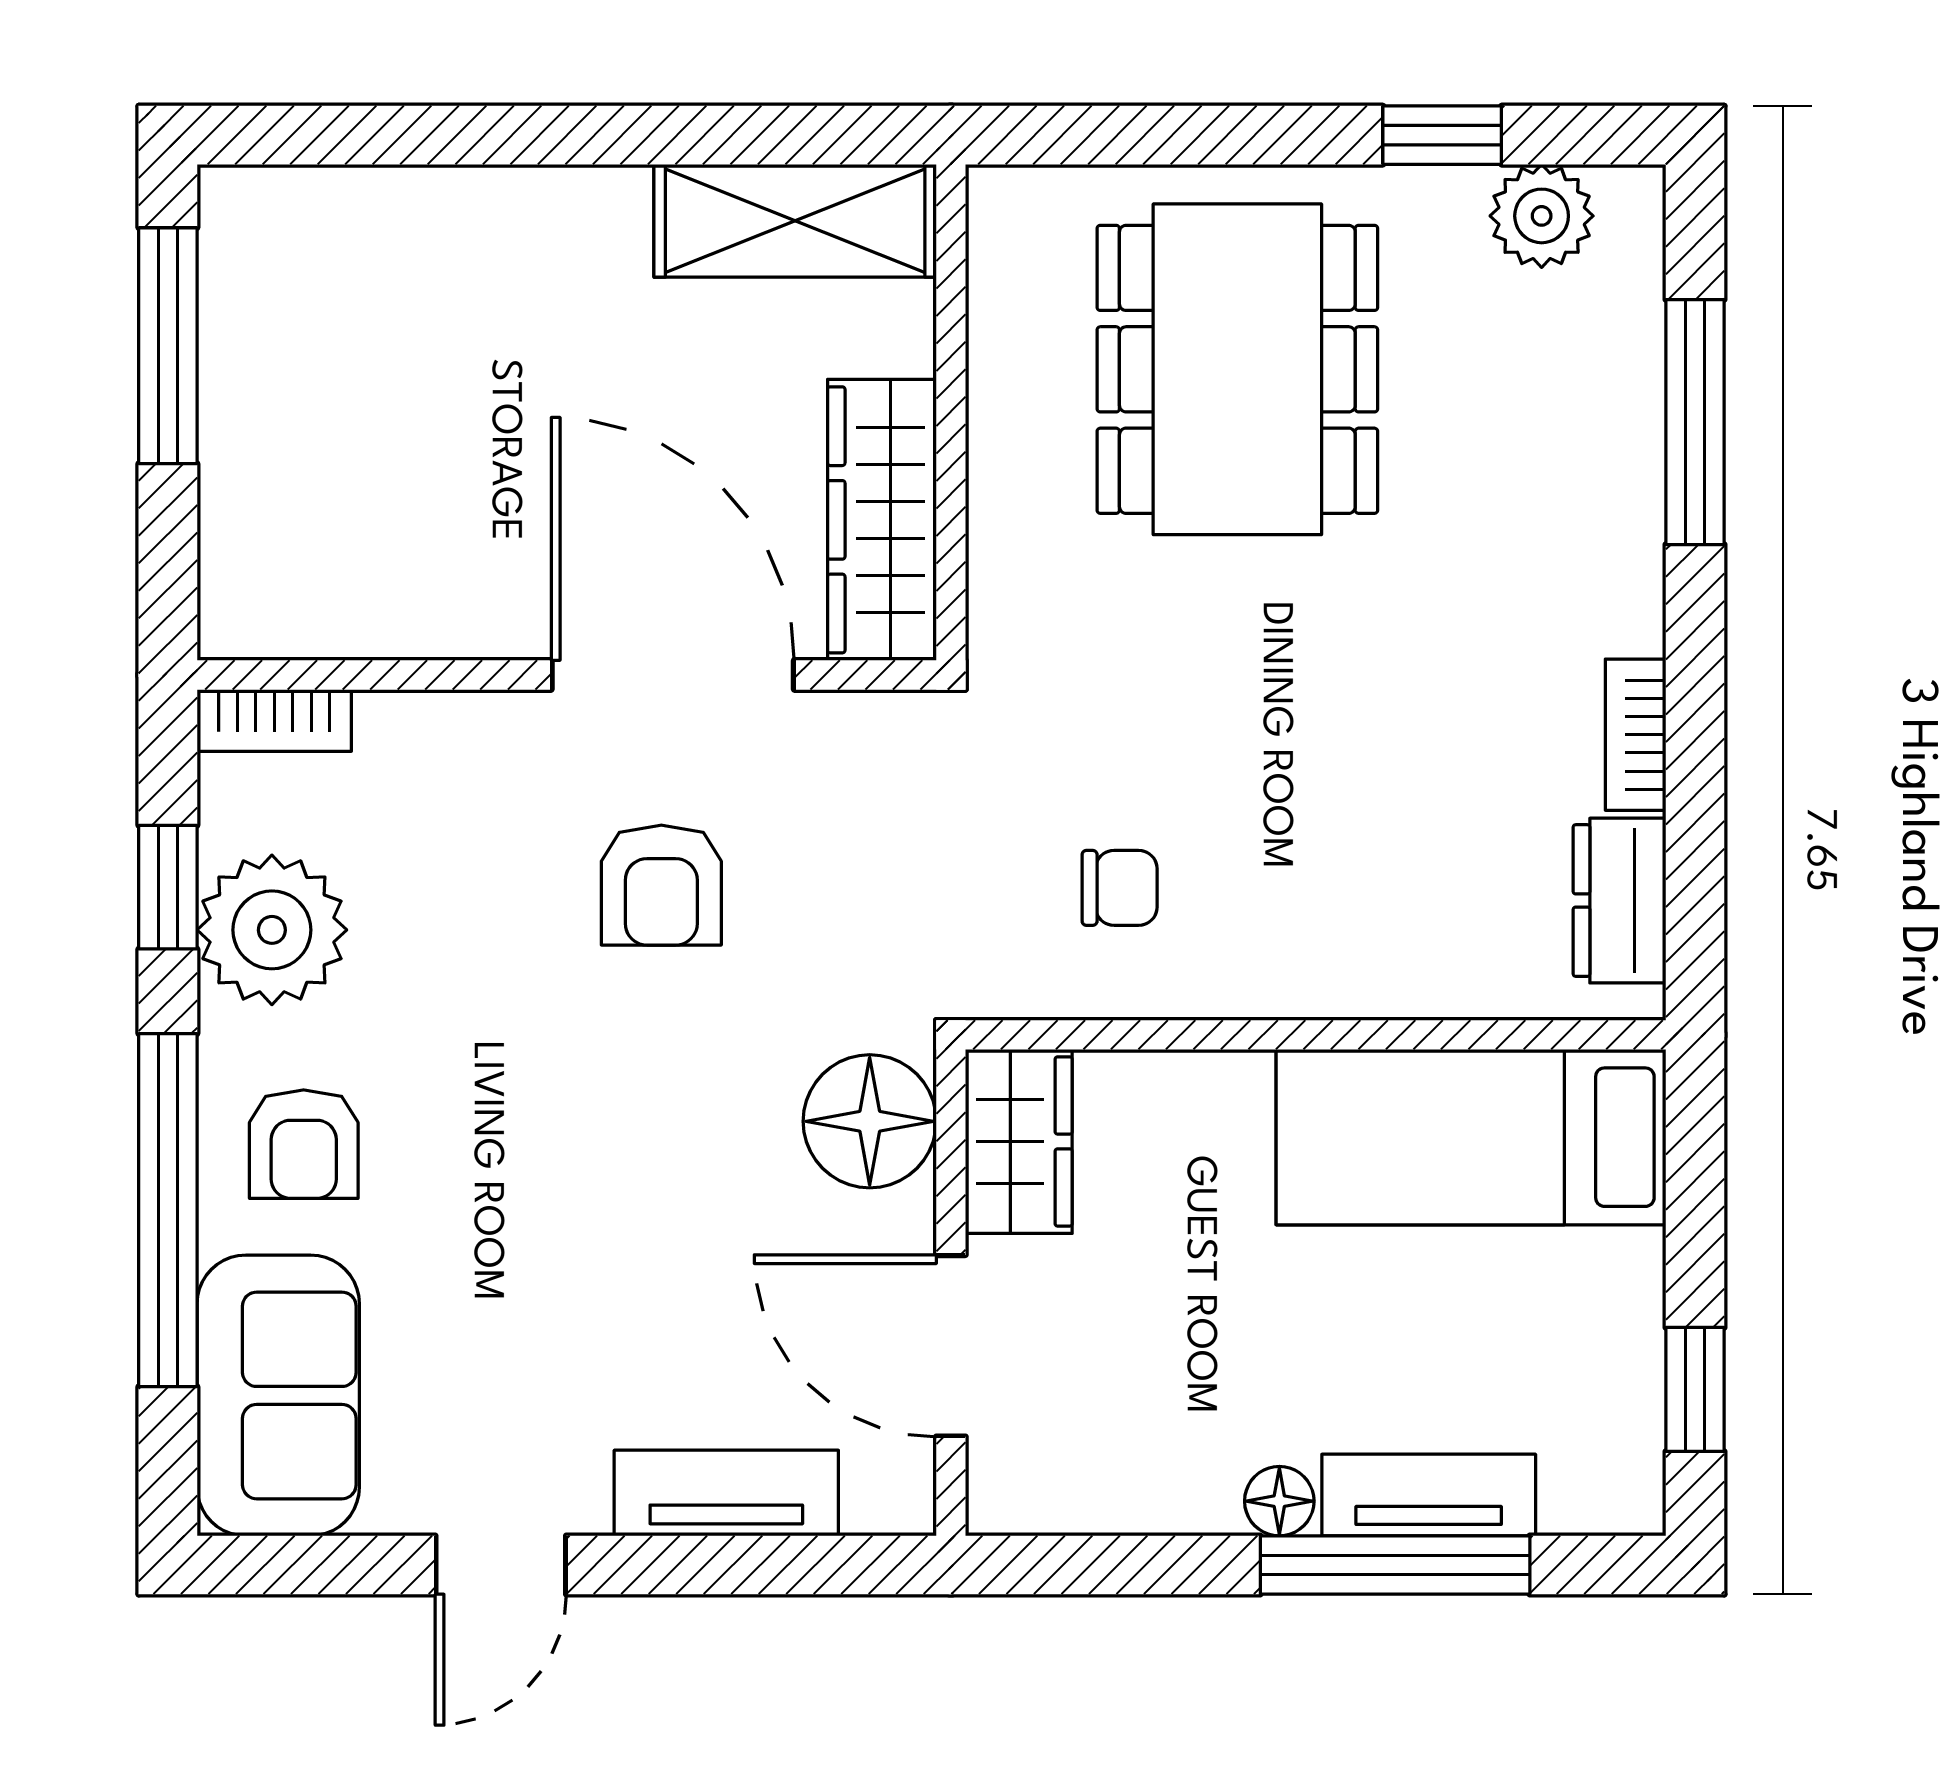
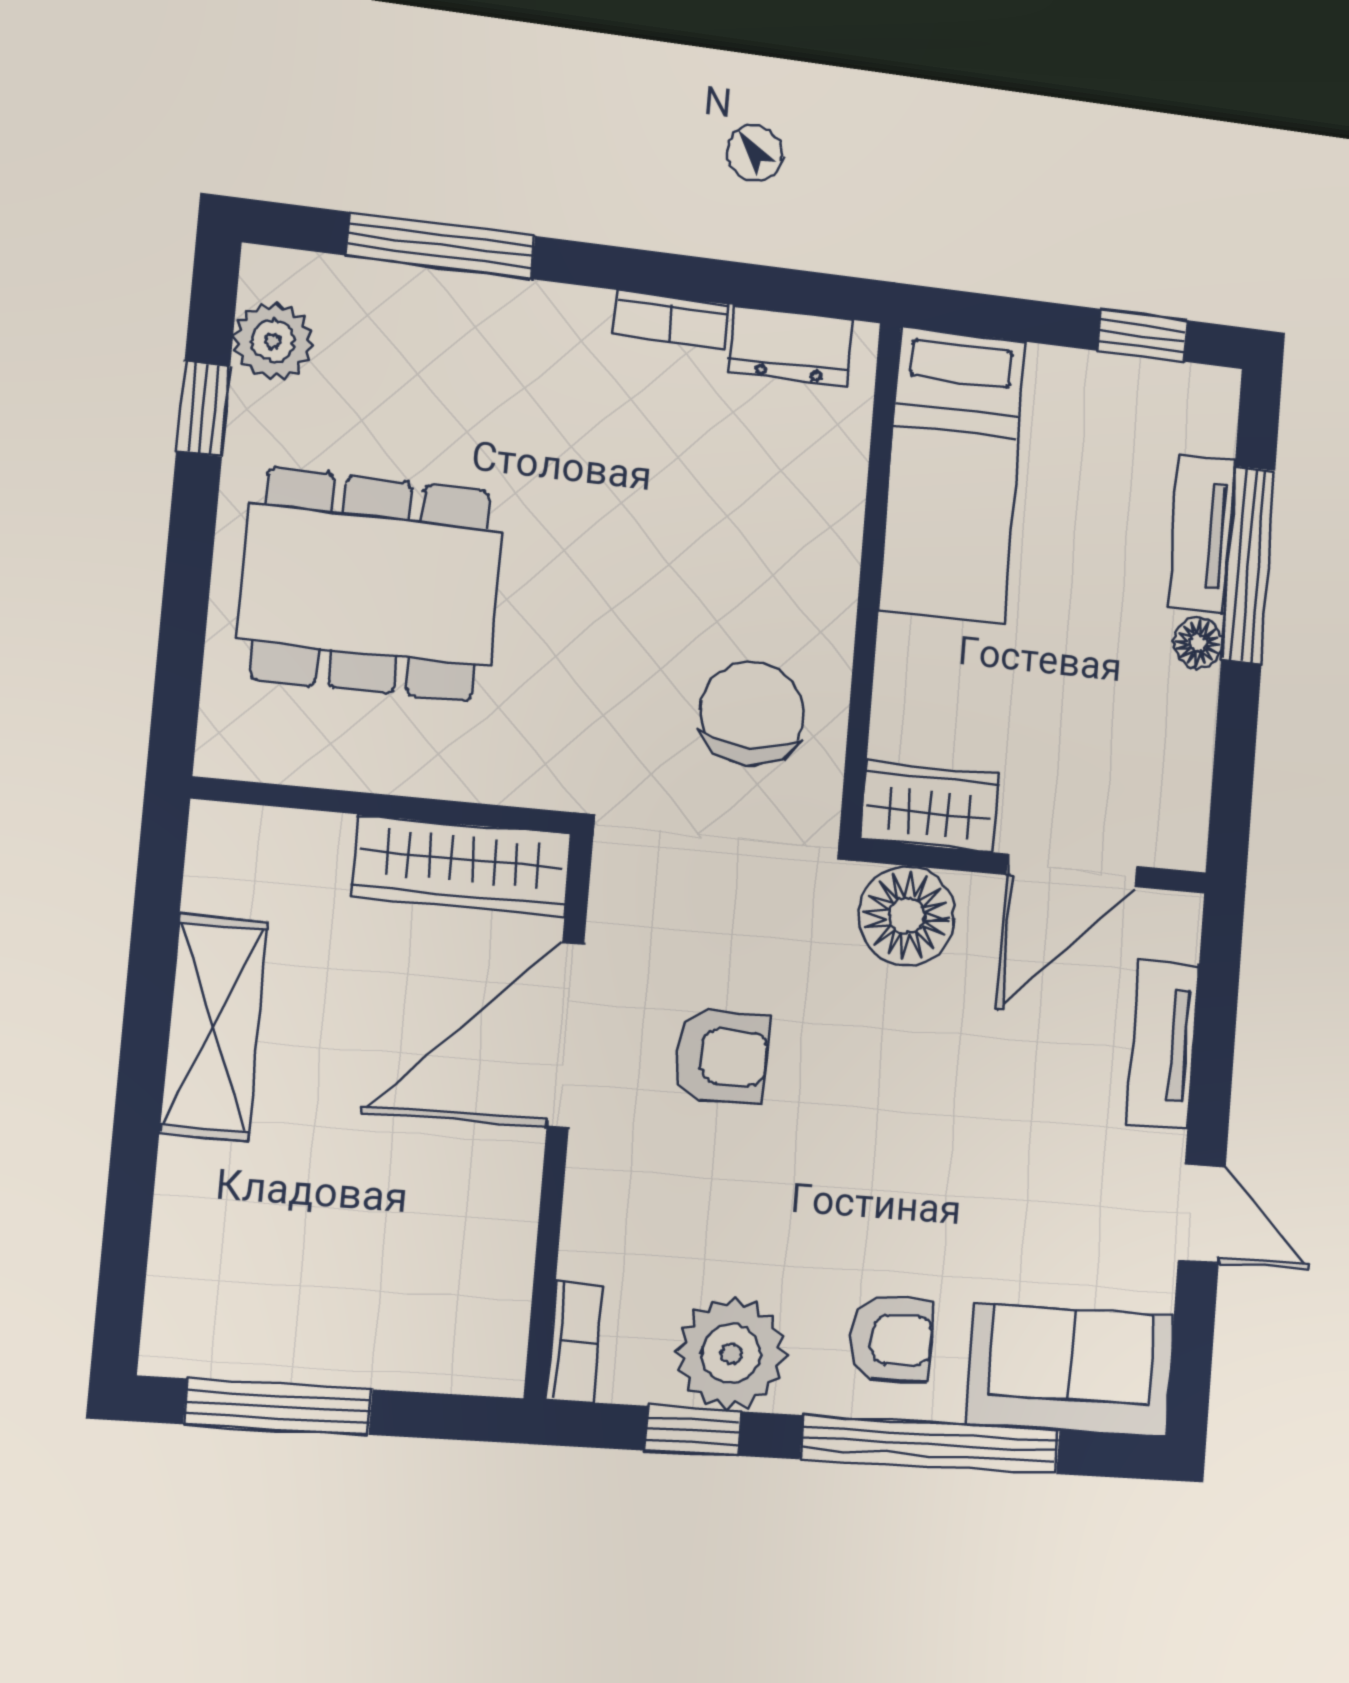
shelving: (795, 221) -> (214, 1027), moved
chair: (1120, 888) -> (752, 714), width x1.87, depth x1.87

